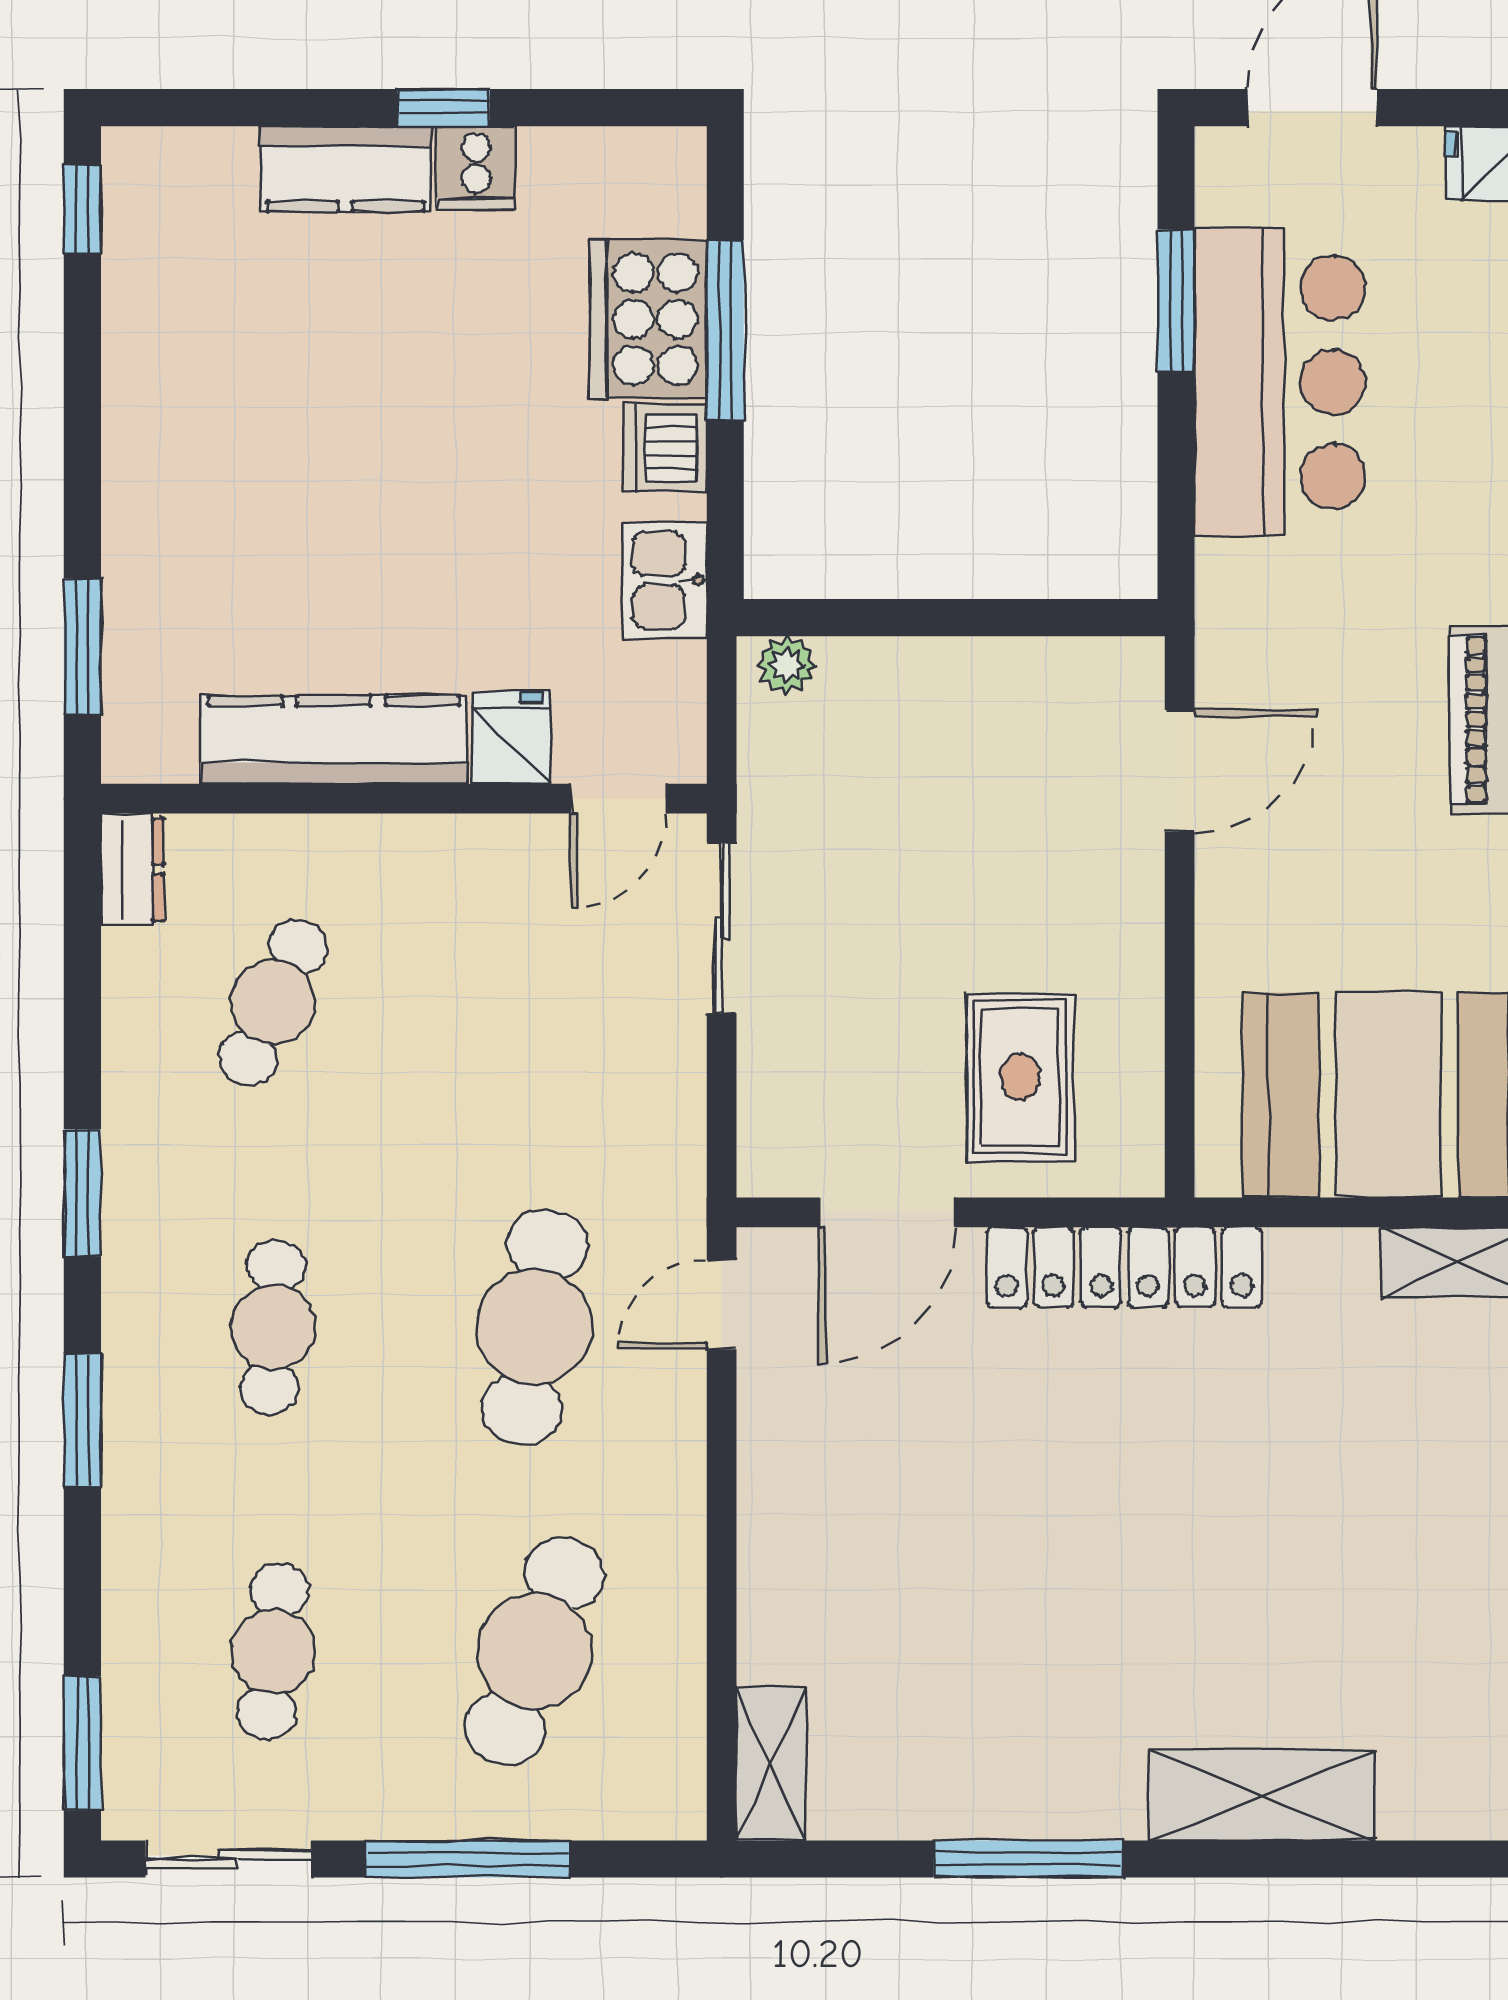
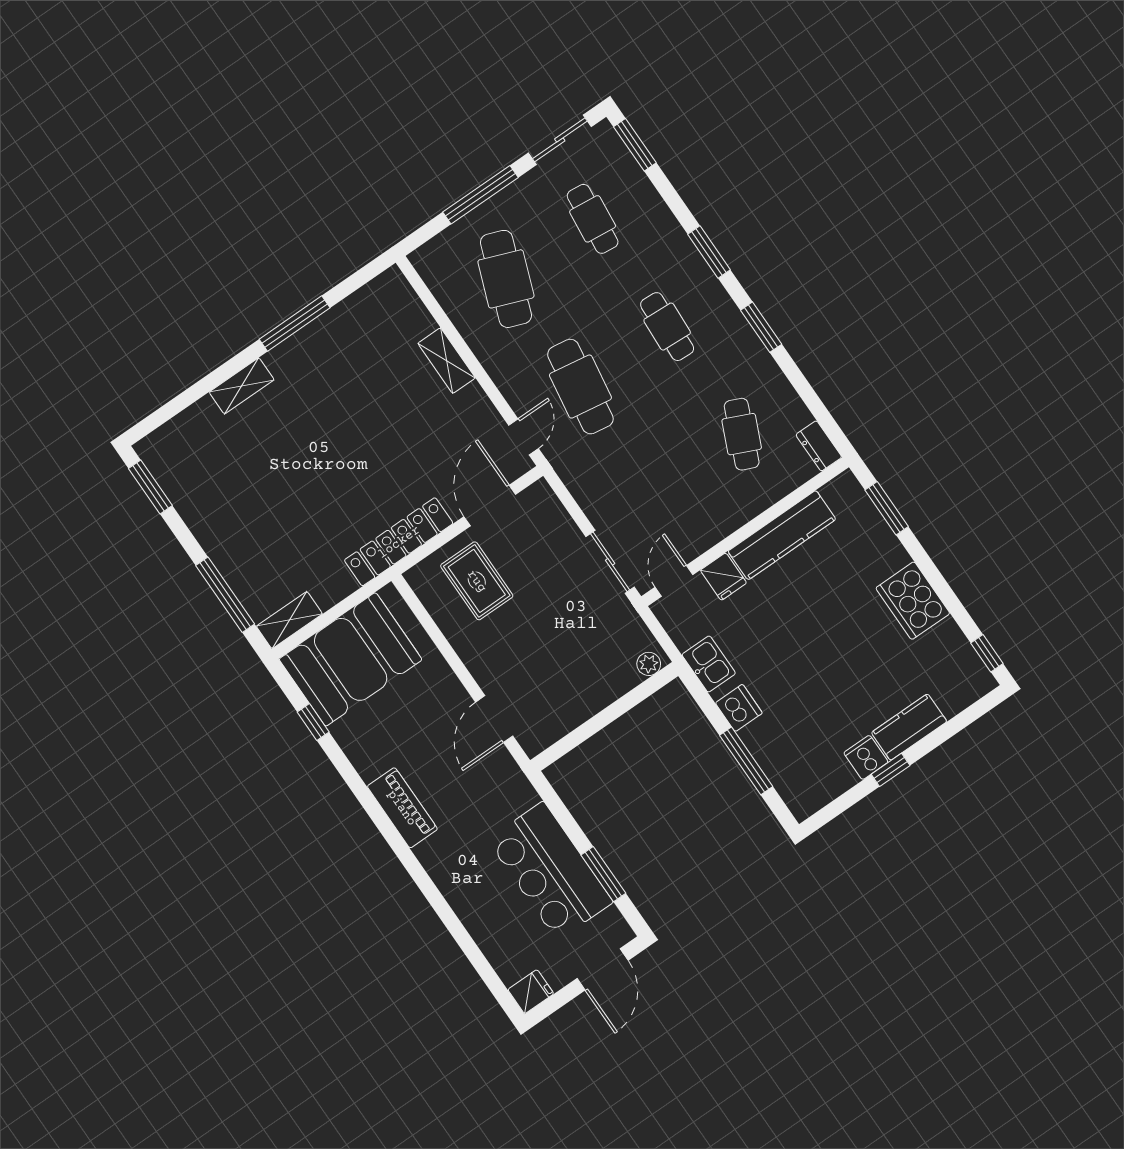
cooker: (648, 319) -> (913, 601), moved, turned 180
shelving: (771, 1764) -> (447, 361), moved
shelving: (1262, 1795) -> (242, 386), width x0.67, depth x0.75

